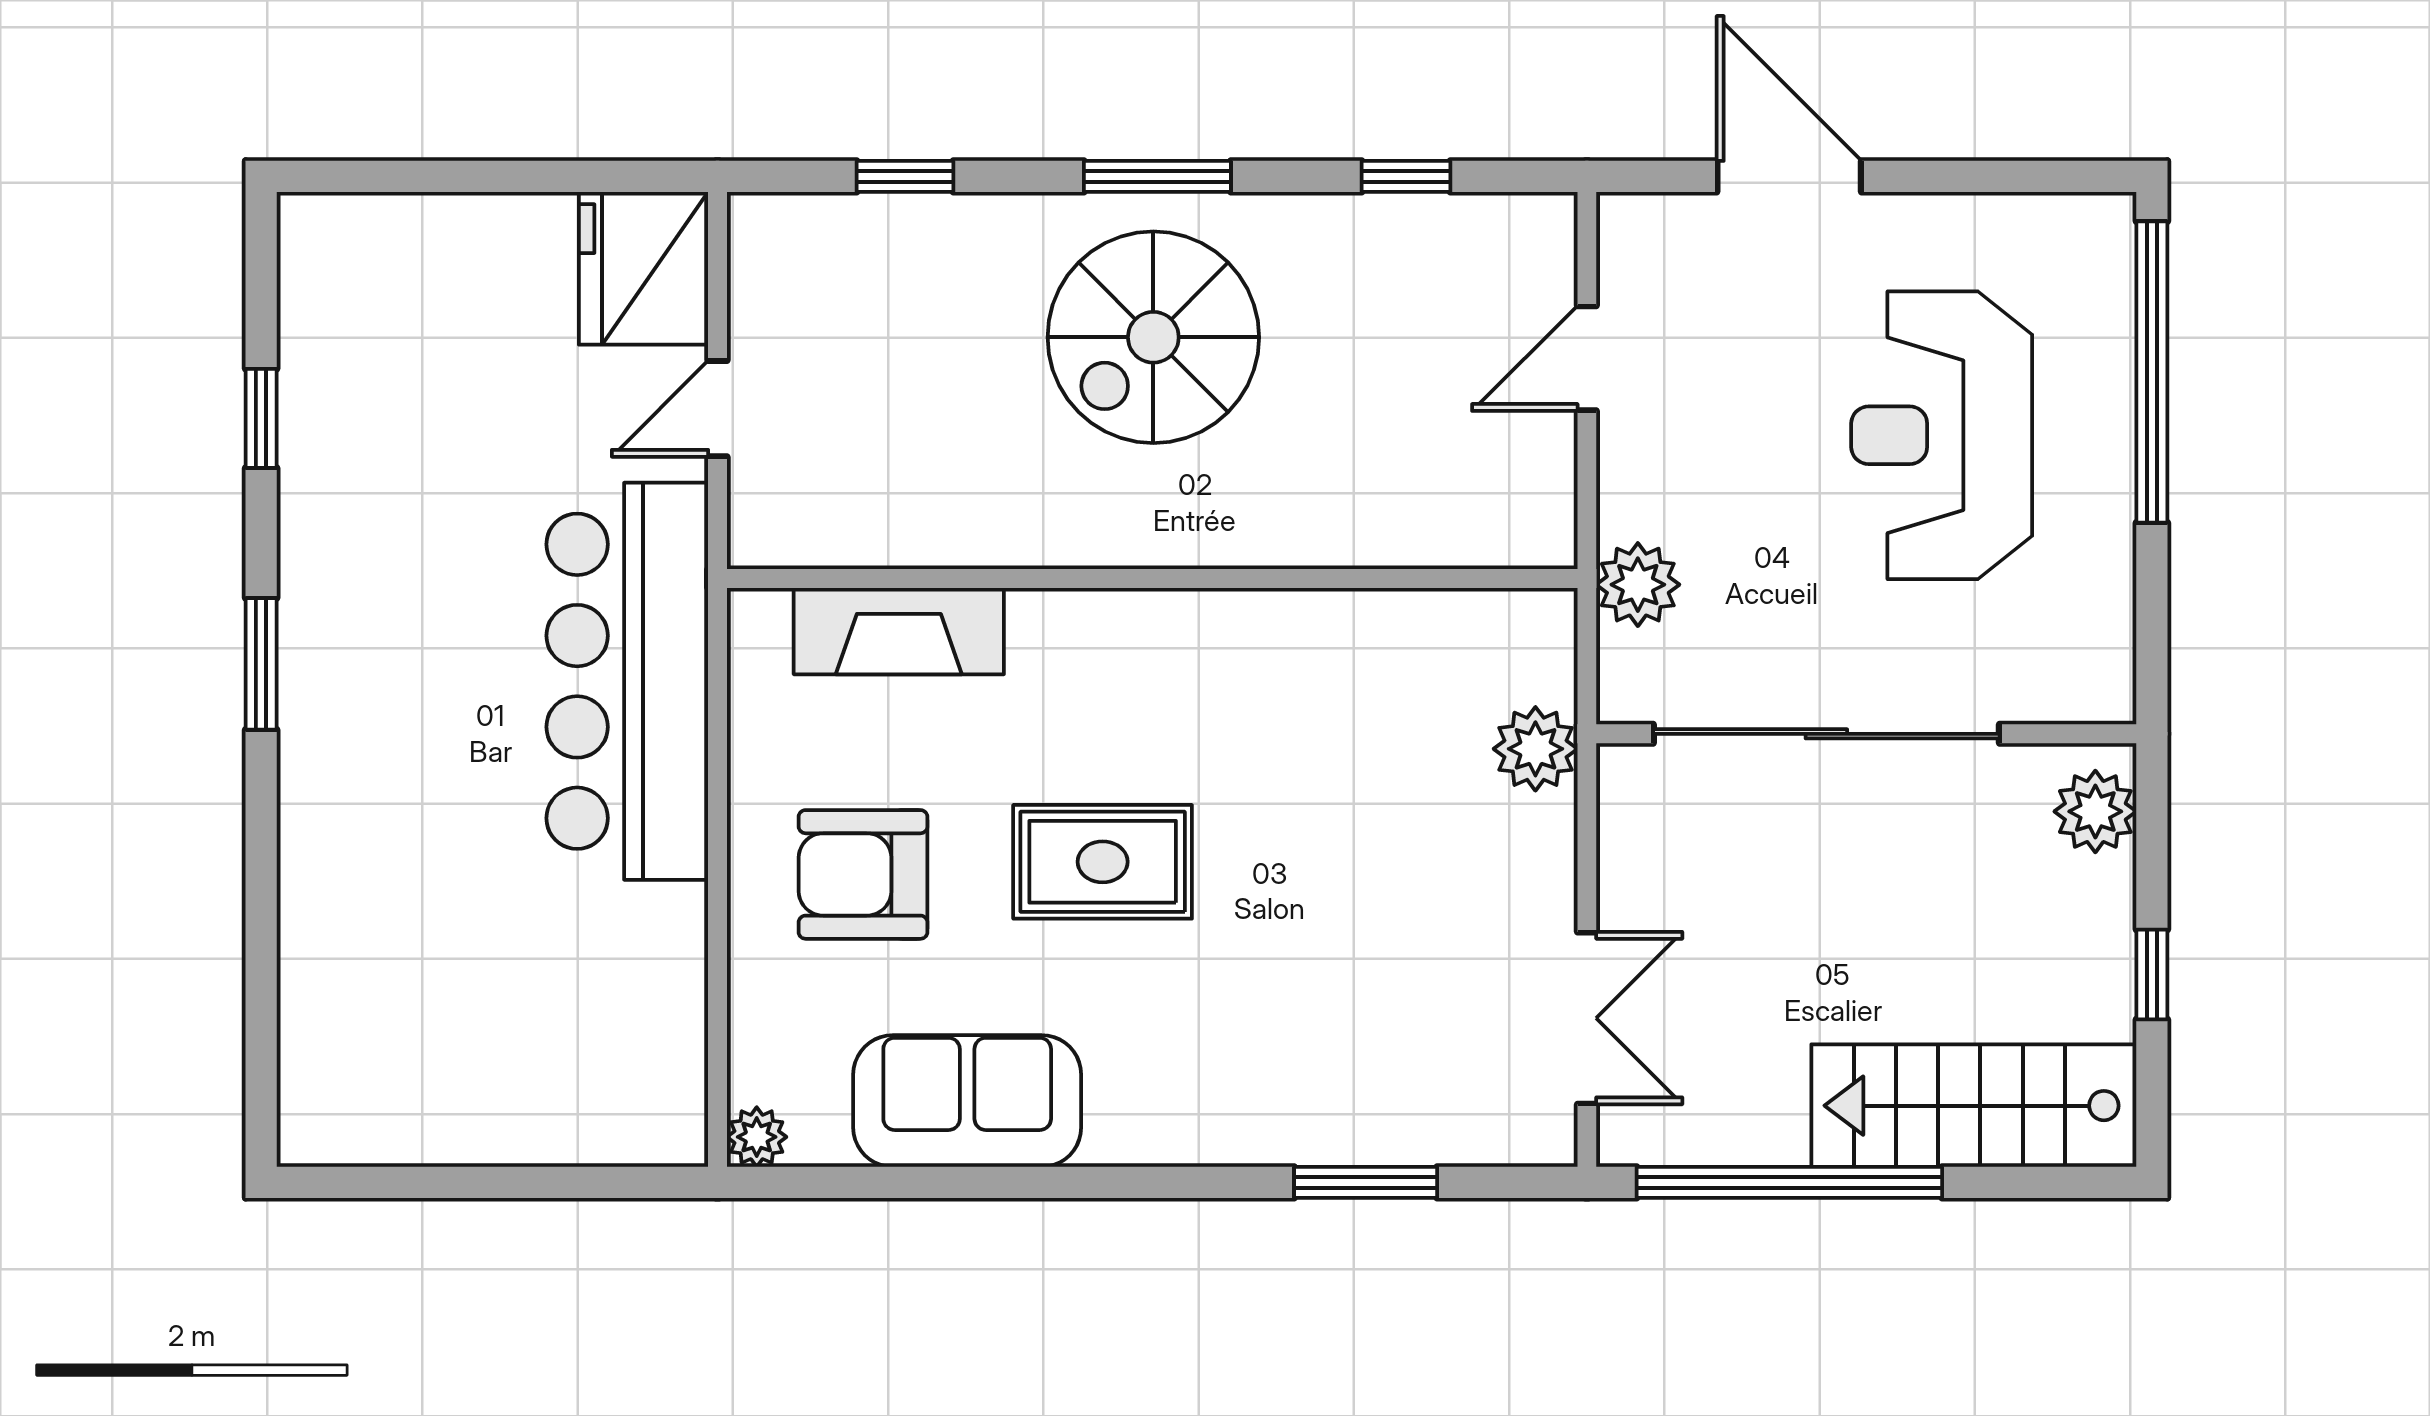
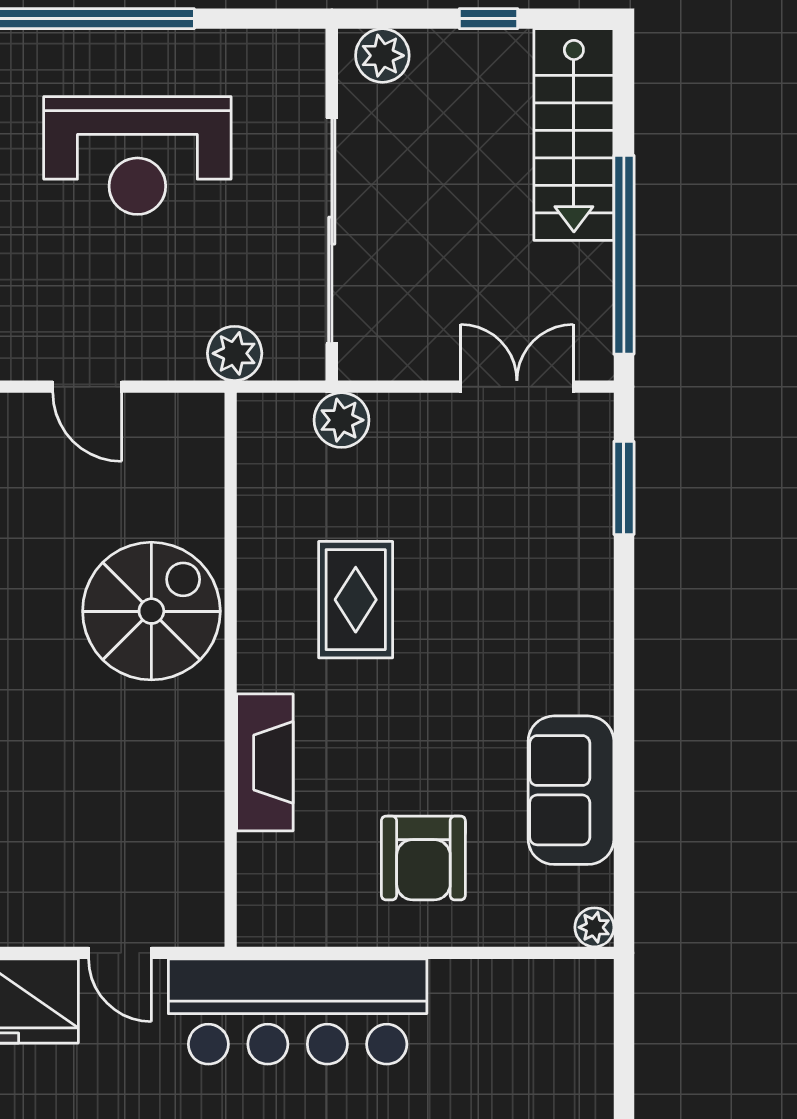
spiral stairs: (1153, 337) -> (151, 611), moved, turned -90
fireplace: (899, 631) -> (265, 762), moved
rug: (1103, 862) -> (356, 600), moved
window: (1366, 1182) -> (624, 488), moved

